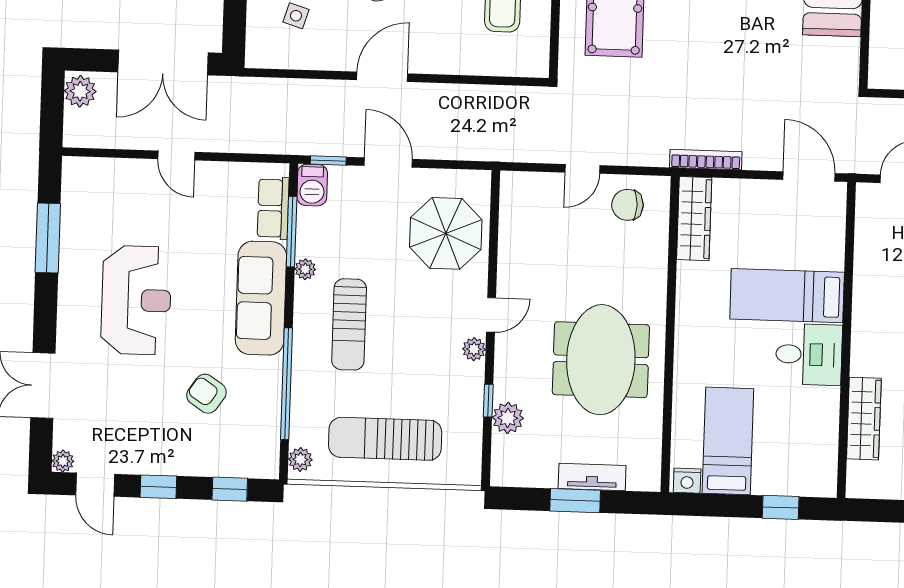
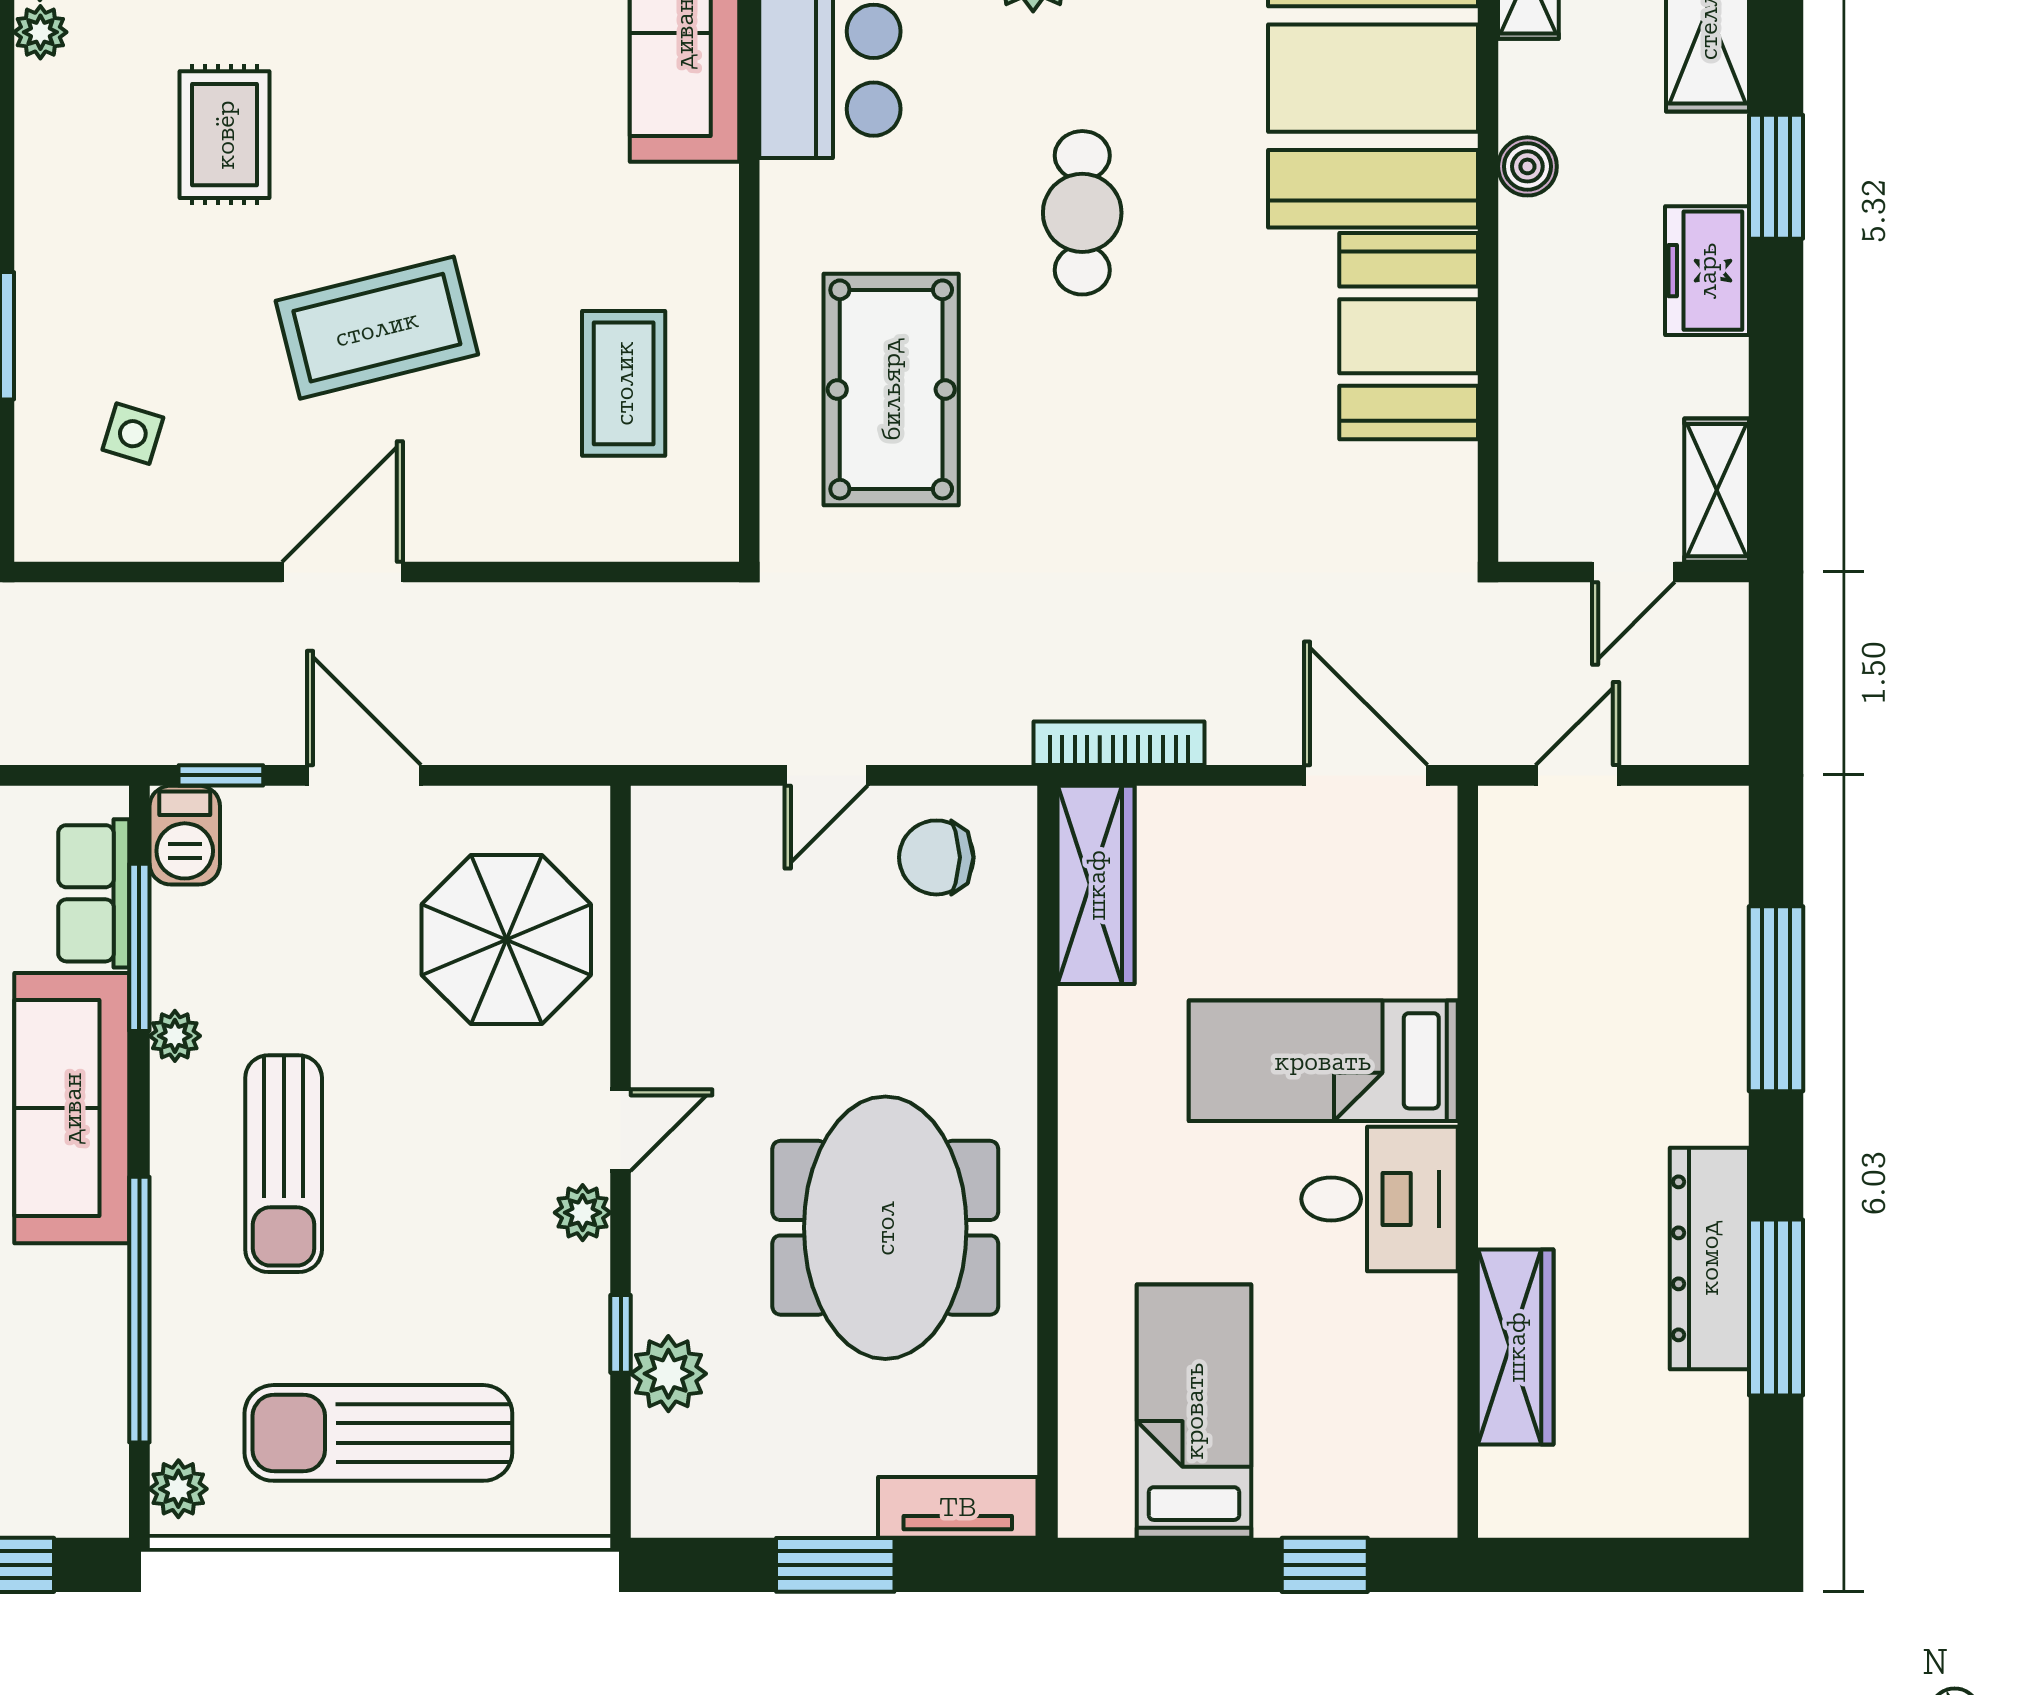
tv unit: (592, 477) -> (958, 1507), moved
nightstand: (687, 481) -> (1100, 1509), removed

